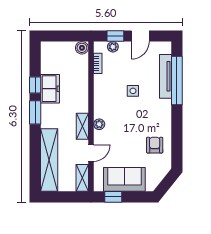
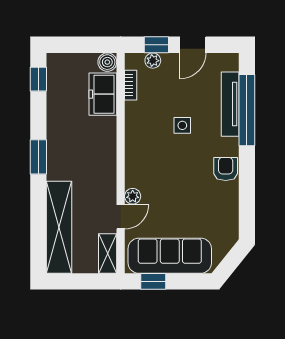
window: (35, 85) -> (38, 79), moved
freezer: (50, 89) -> (103, 94), moved, turned 180
plant: (99, 124) -> (133, 196), moved
shelving: (82, 126) -> (108, 177), removed
armchair: (155, 145) -> (226, 169), moved
sofa: (124, 179) -> (170, 256), width x1.36

